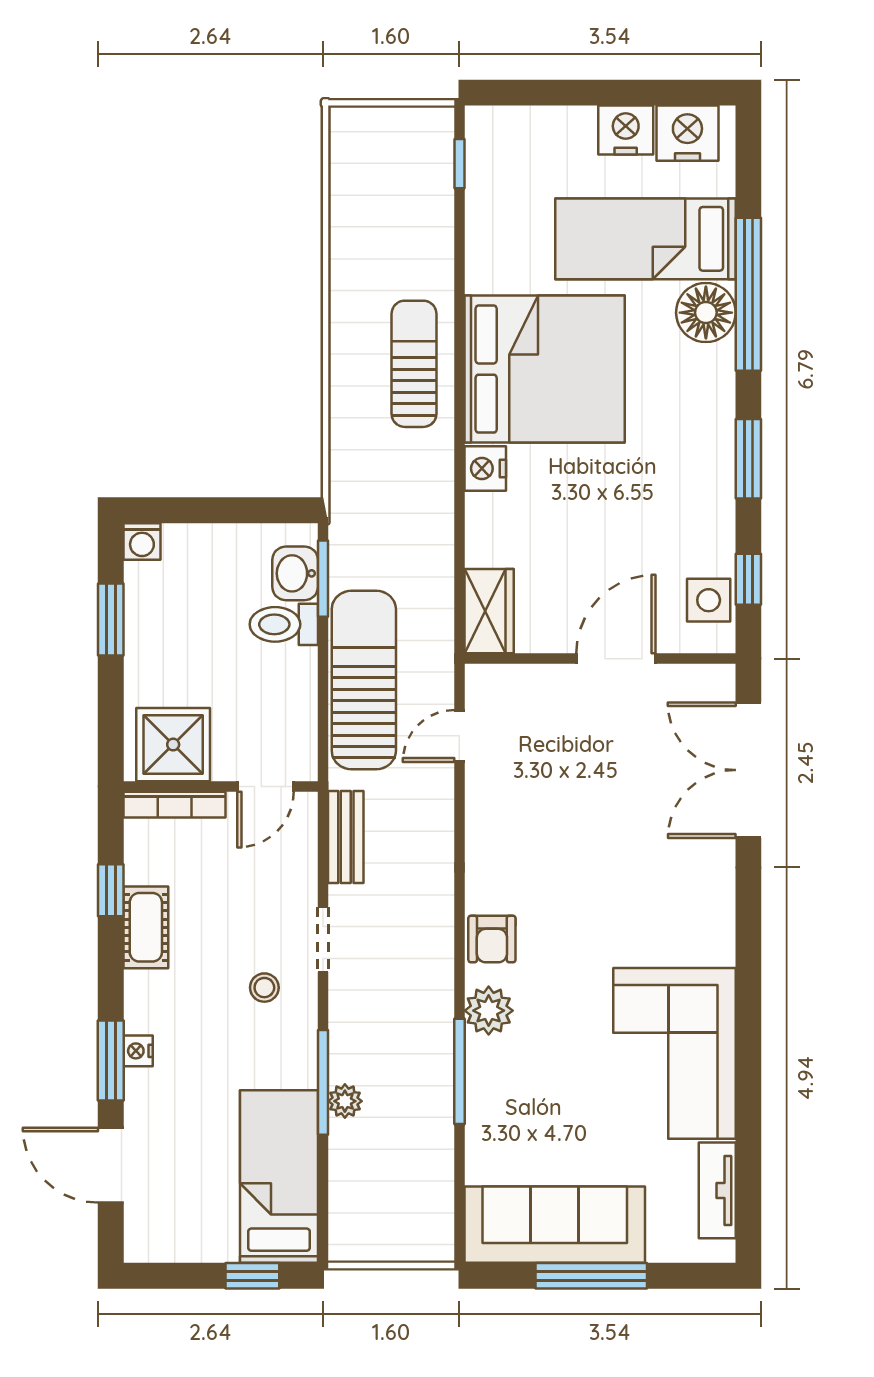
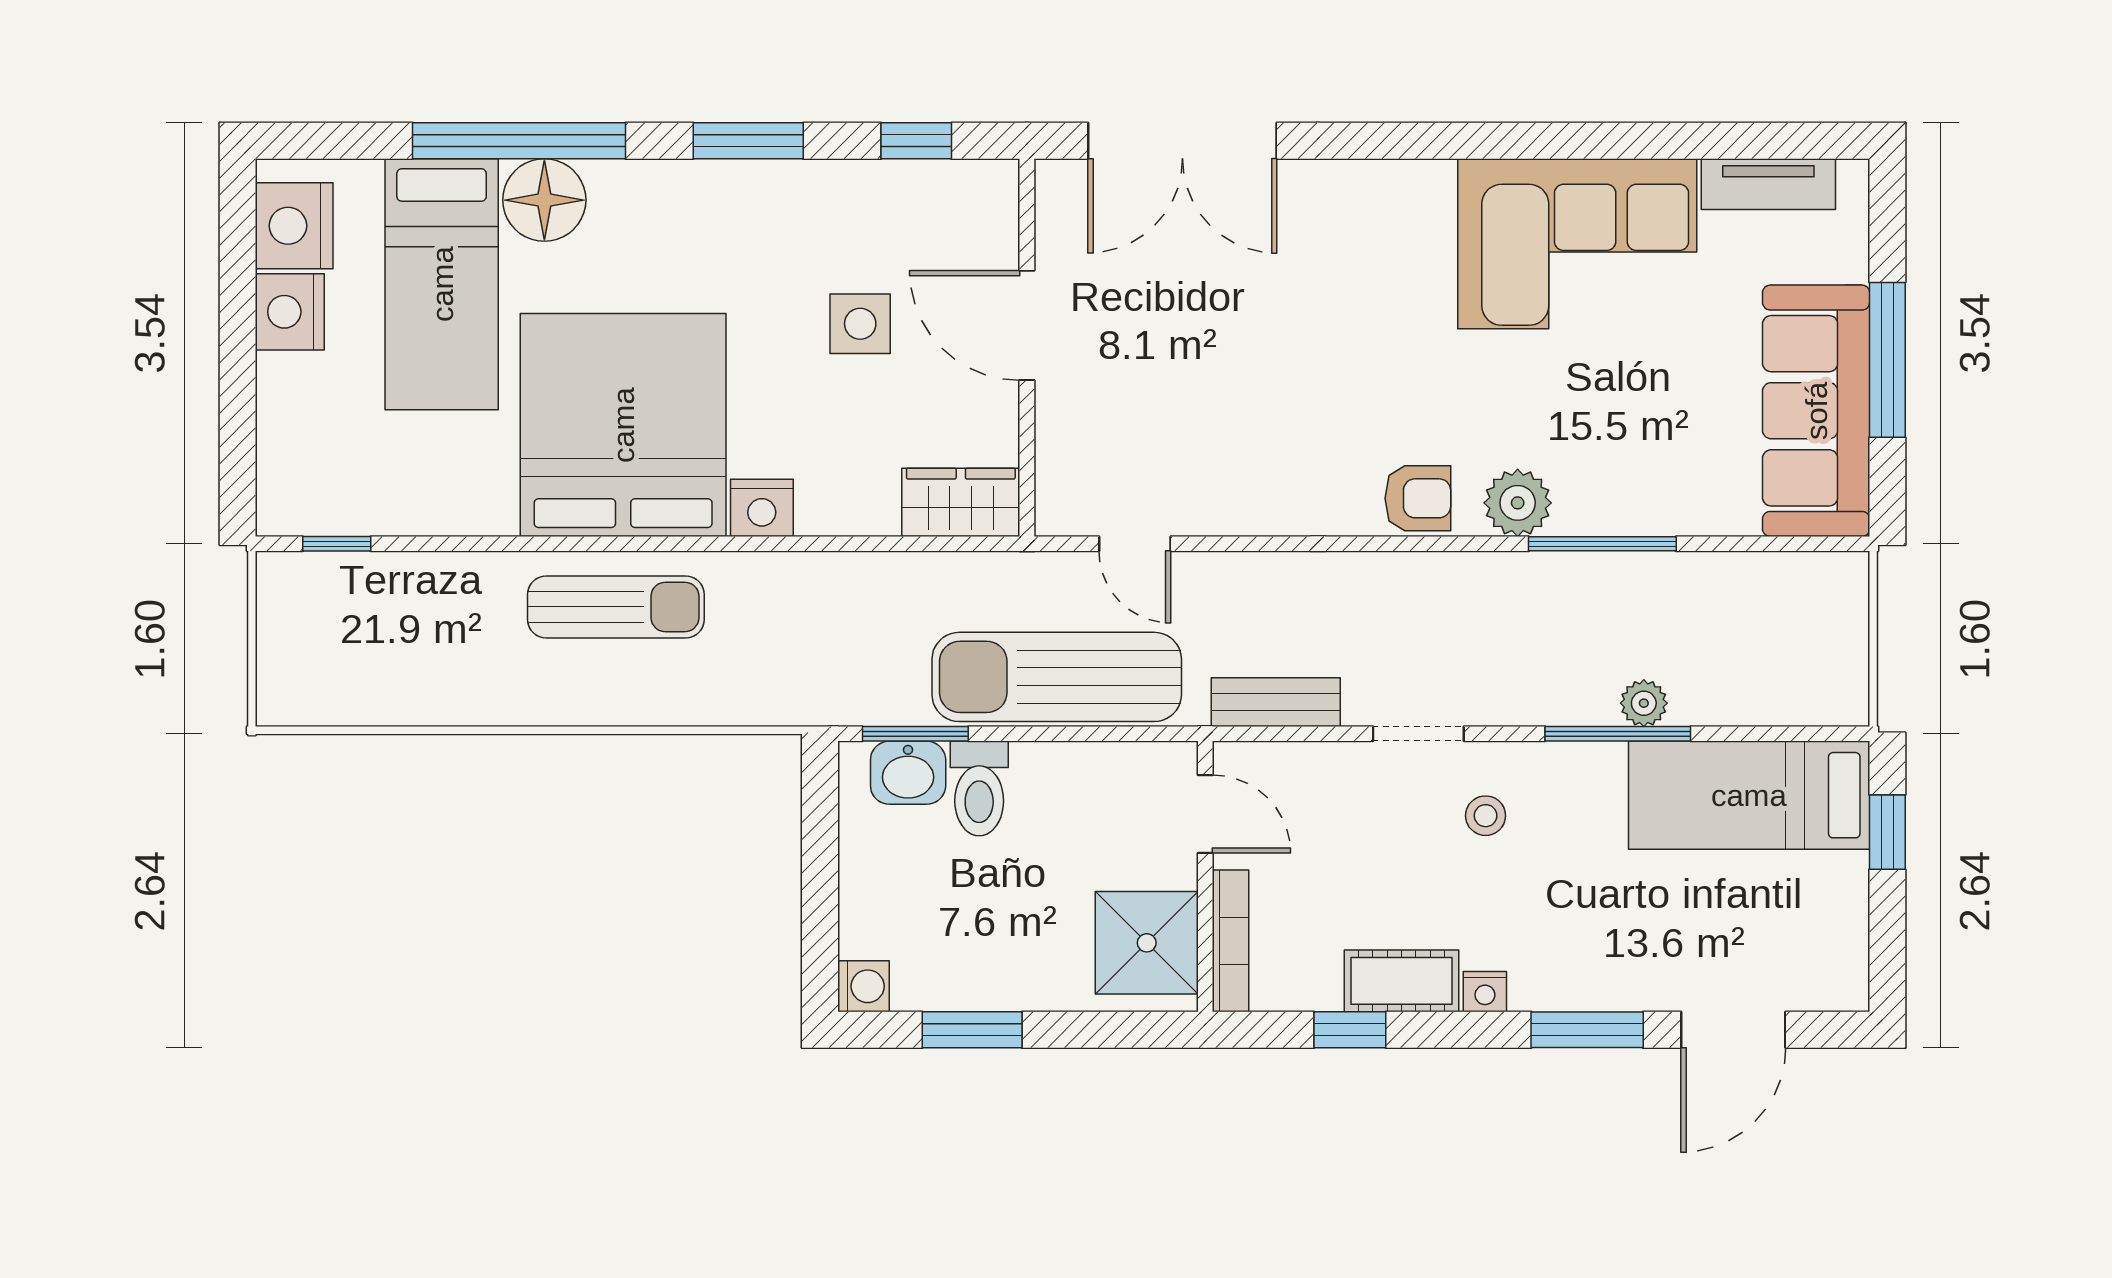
sun lounger: (414, 364) -> (616, 607), turned 180
side table: (709, 600) -> (860, 324), moved
nightstand: (138, 1051) -> (1485, 992), moved

